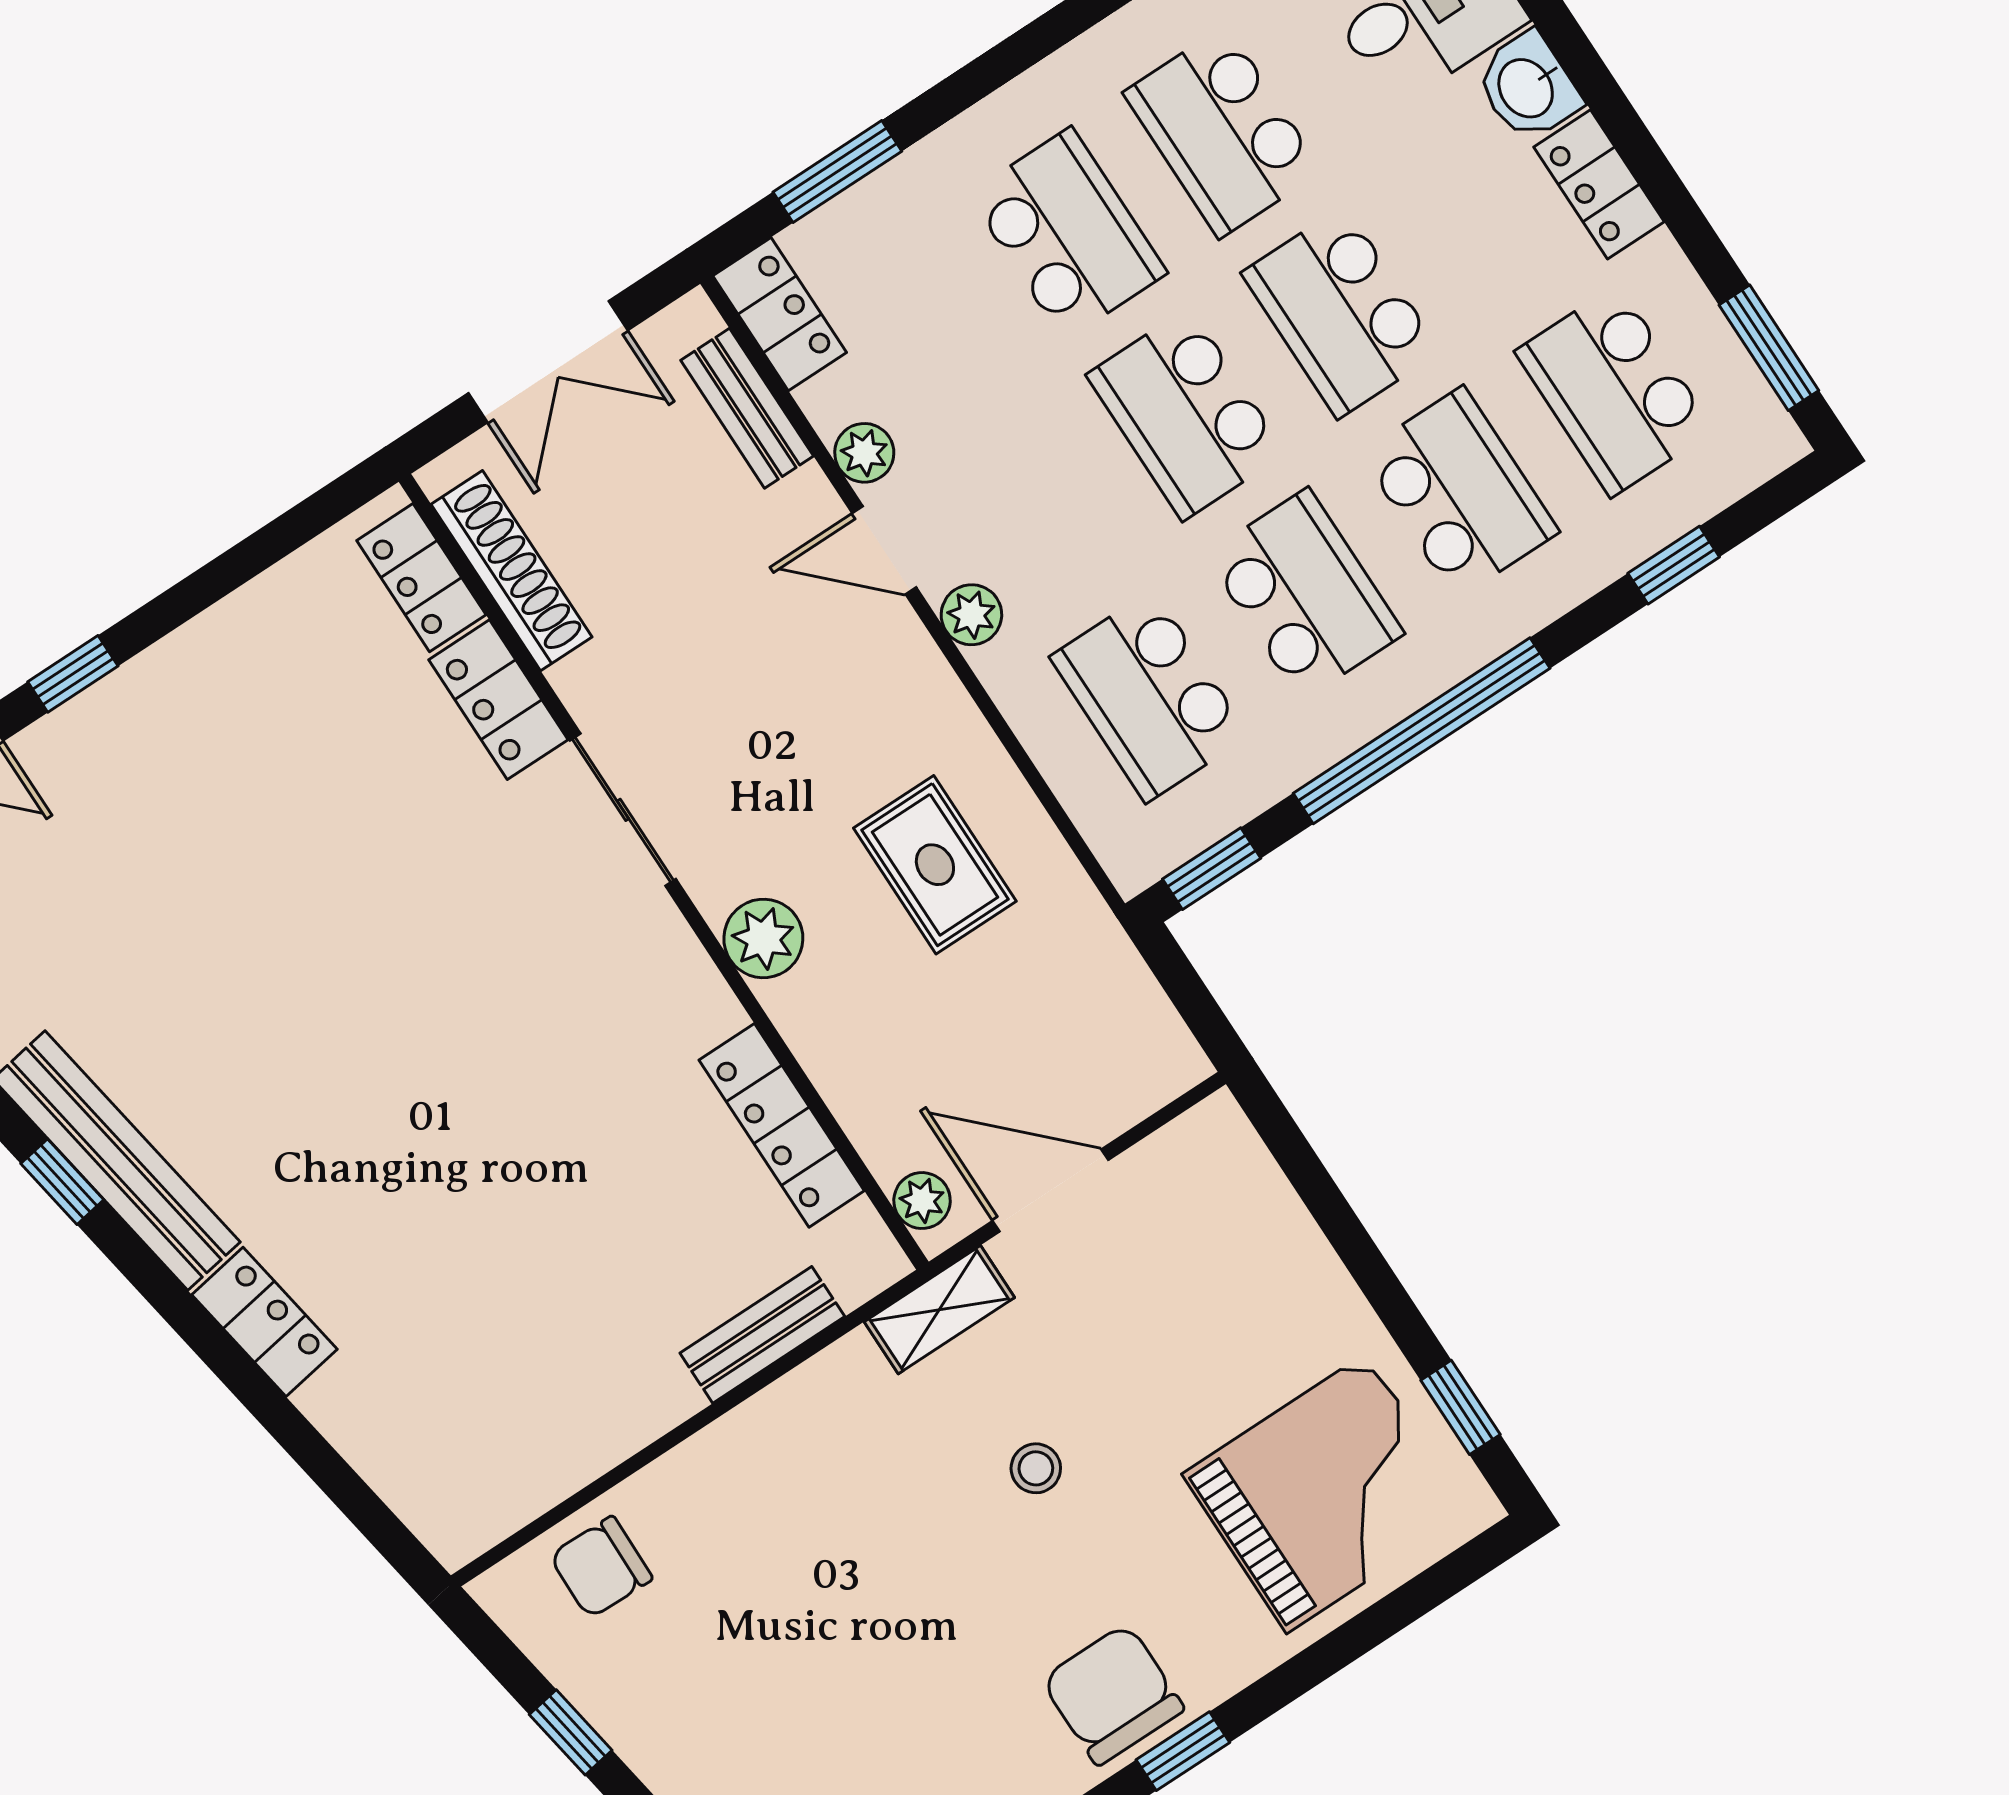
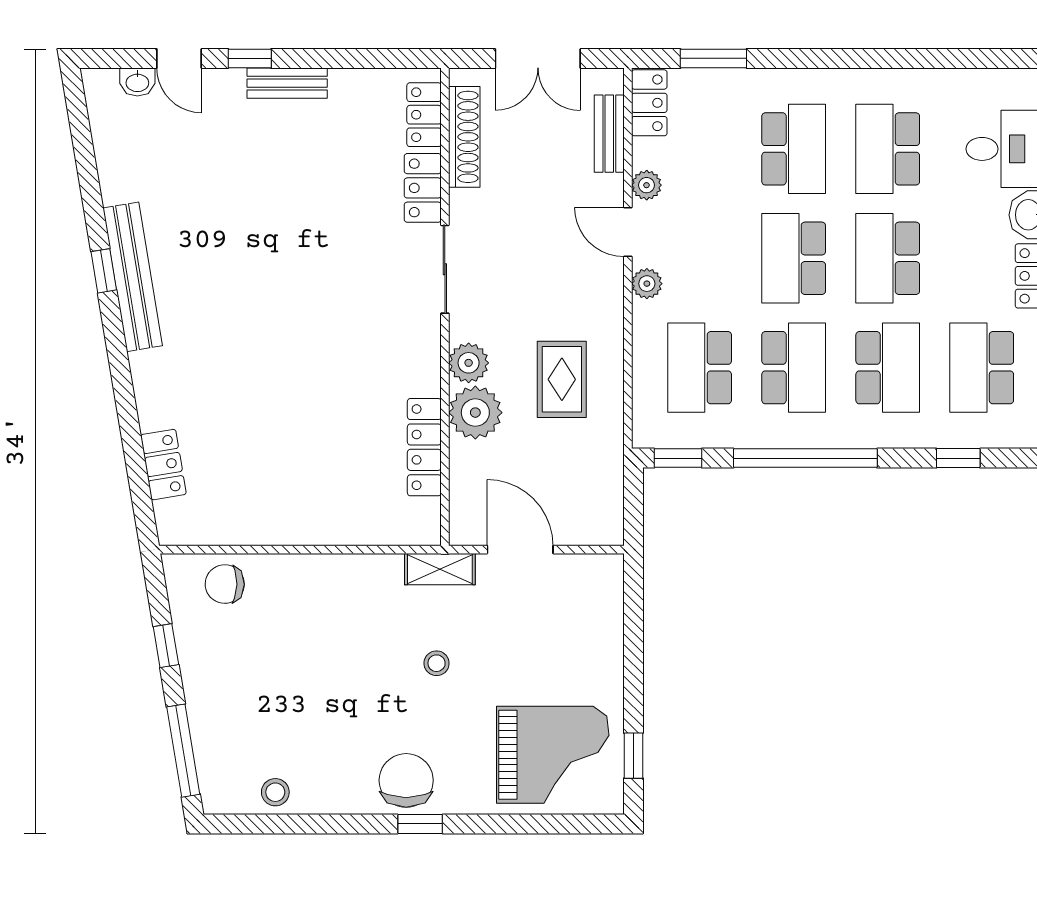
plant: (922, 1201) -> (475, 413), moved, width x1.88, depth x1.88
locker: (265, 1322) -> (163, 465), moved
bench: (762, 1335) -> (287, 83), moved

